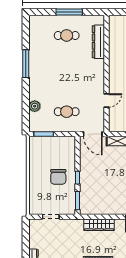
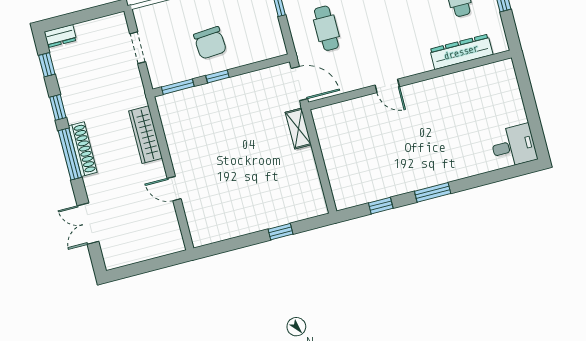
door: (106, 100) -> (387, 86), moved
door: (93, 134) -> (299, 83), swing flipped
chair: (58, 177) -> (210, 43), turned -94

